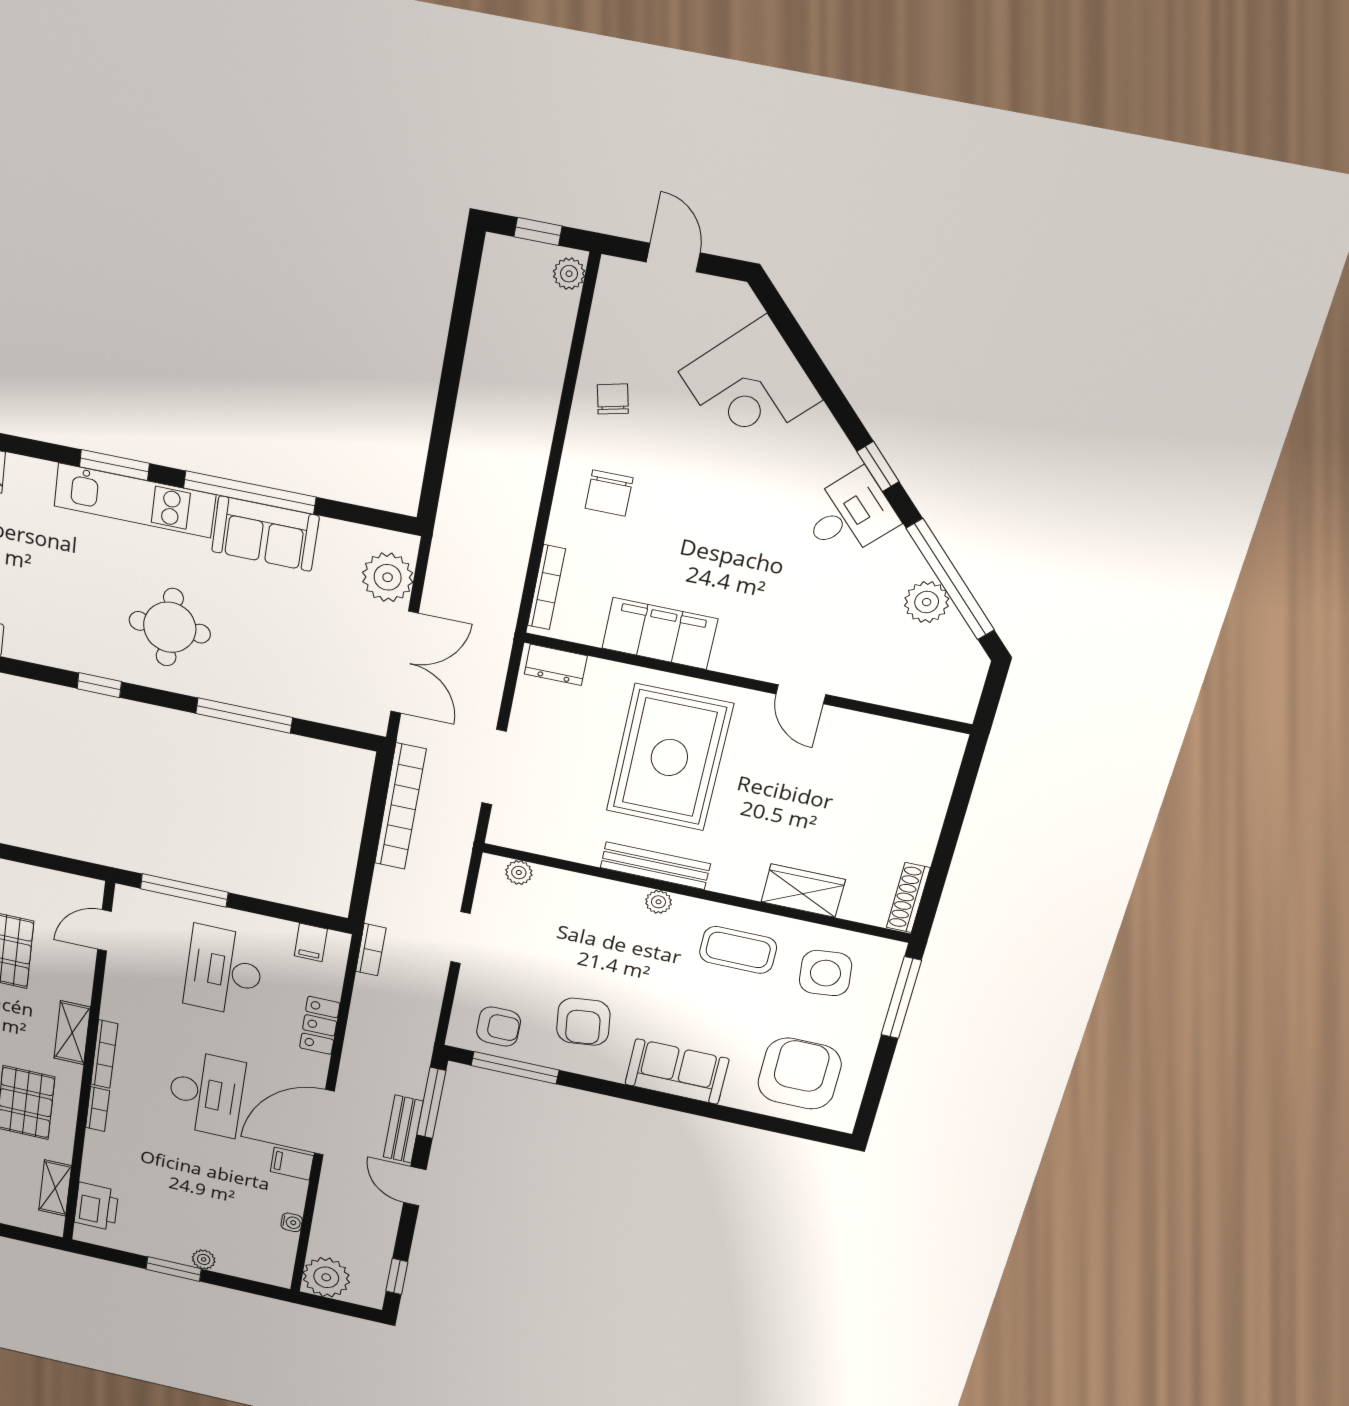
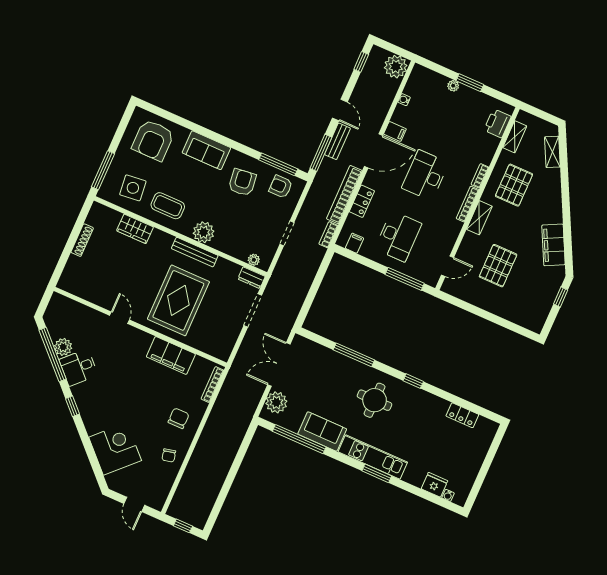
plant: (569, 274) -> (175, 507), removed
window: (250, 492) -> (299, 439), moved
desk: (849, 515) -> (79, 367), moved
dresser: (556, 665) -> (251, 278), moved, turned 180
bookcase: (400, 807) -> (344, 195), moved
shoe rack: (908, 898) -> (82, 240), moved
plant: (658, 902) -> (204, 232), width x1.88, depth x1.88

